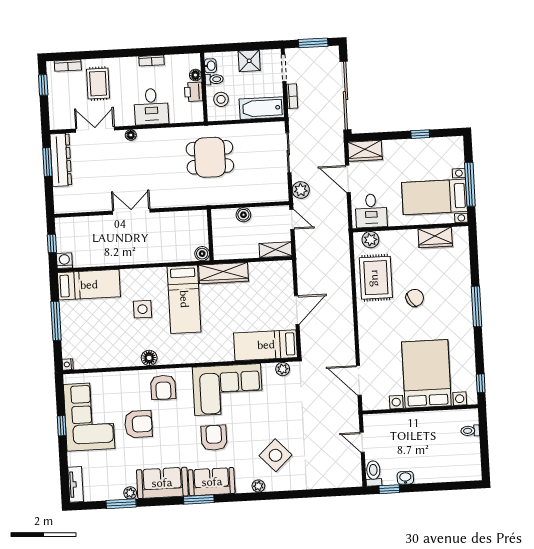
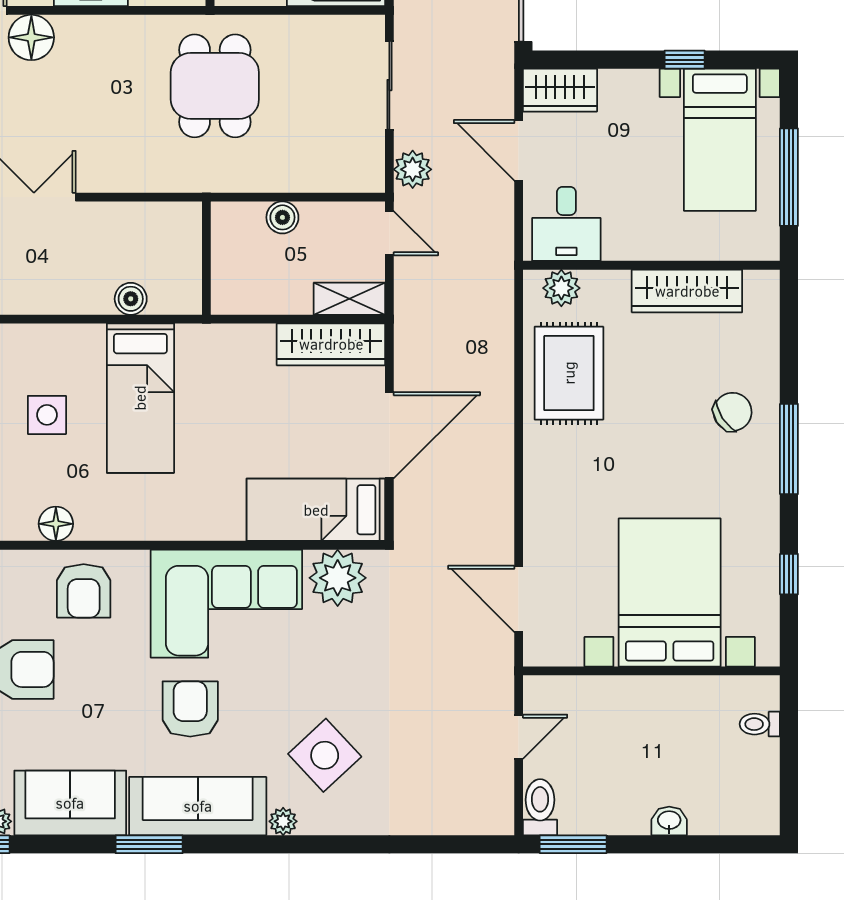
floor lamp: (131, 135) -> (31, 37), width x1.89, depth x1.89
dining table: (210, 157) -> (215, 86), turned 90
bed with nightstands: (435, 197) -> (720, 140), moved, turned -90
wardrobe: (435, 237) -> (687, 291), width x1.50
boiler: (202, 254) -> (131, 299), moved
wardrobe: (223, 273) -> (331, 344), moved
chair: (415, 298) -> (733, 412), moved
door: (297, 310) -> (389, 435), width x1.36
plant: (283, 369) -> (338, 578), width x1.87, depth x1.87
window: (481, 383) -> (789, 574), moved
door: (362, 442) -> (519, 737), swing flipped
washbasin: (405, 478) -> (669, 821), moved
sofa: (212, 482) -> (198, 806), width x1.36
window: (389, 489) -> (573, 844), width x1.50

